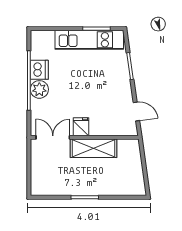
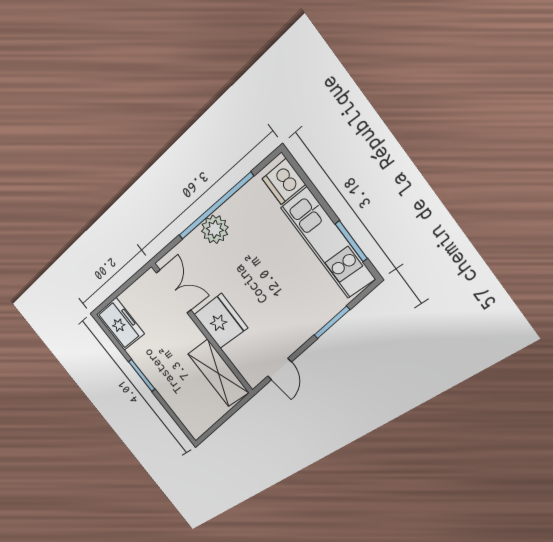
dishwasher: (39, 70) -> (284, 182), moved, turned 90
fridge: (81, 127) -> (221, 321), width x1.88, depth x1.34
shelving: (94, 148) -> (218, 373), moved
freezer: (47, 185) -> (120, 324), added

